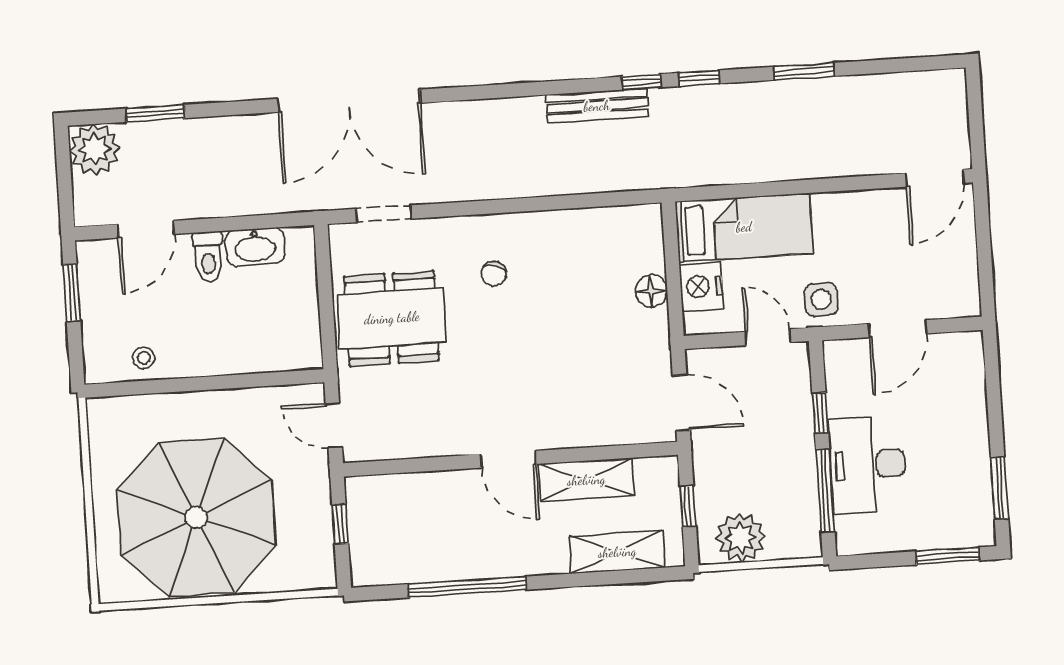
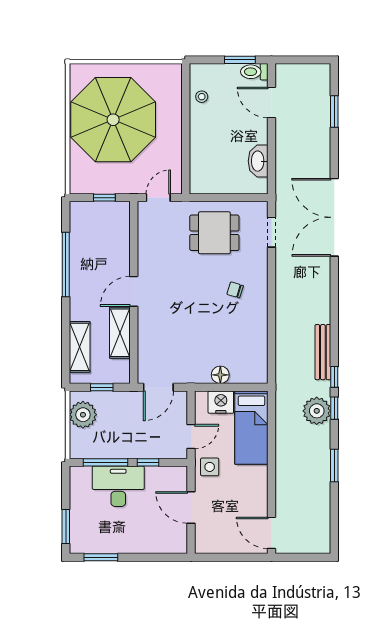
plant: (95, 149) -> (317, 411), moved
toilet: (208, 257) -> (254, 72), moved
dining table: (392, 318) -> (214, 233), width x0.73

